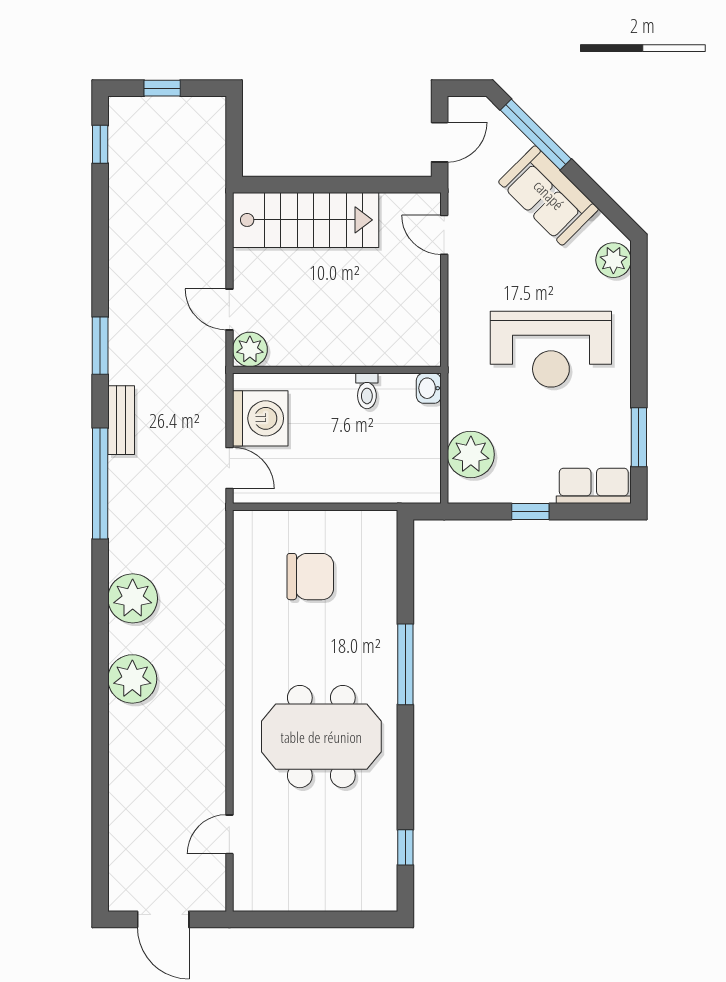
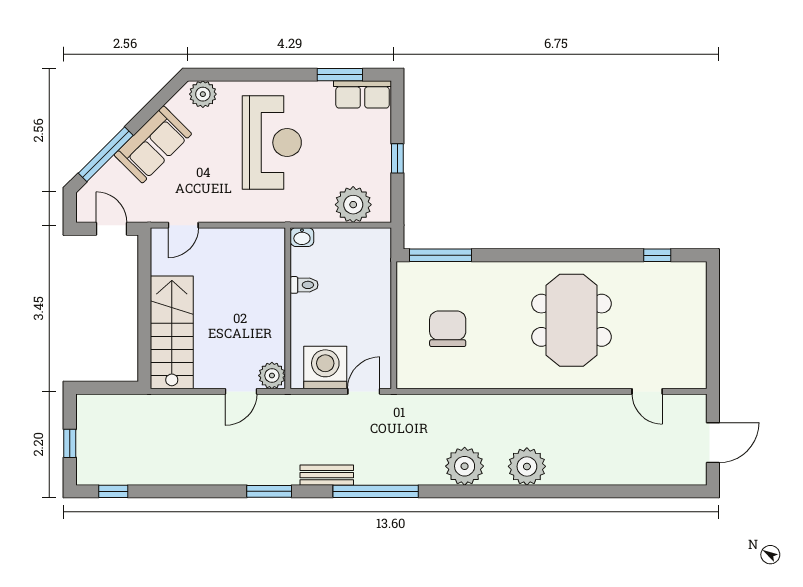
row of seats: (594, 486) -> (363, 94), moved, turned -90
window: (405, 664) -> (440, 255), moved

